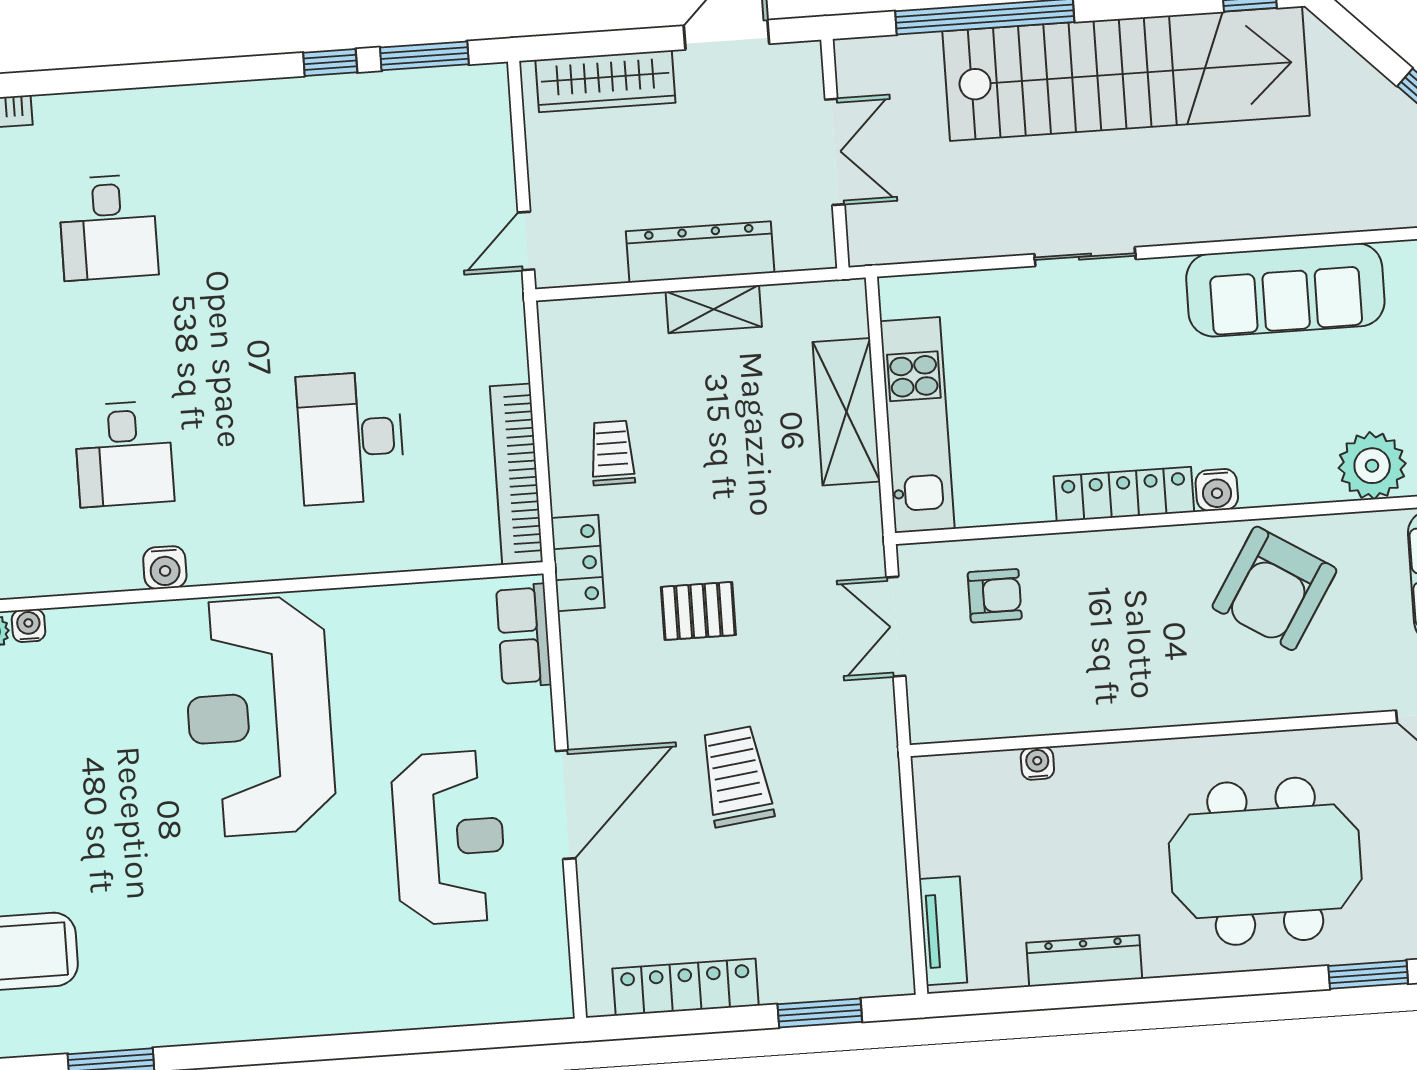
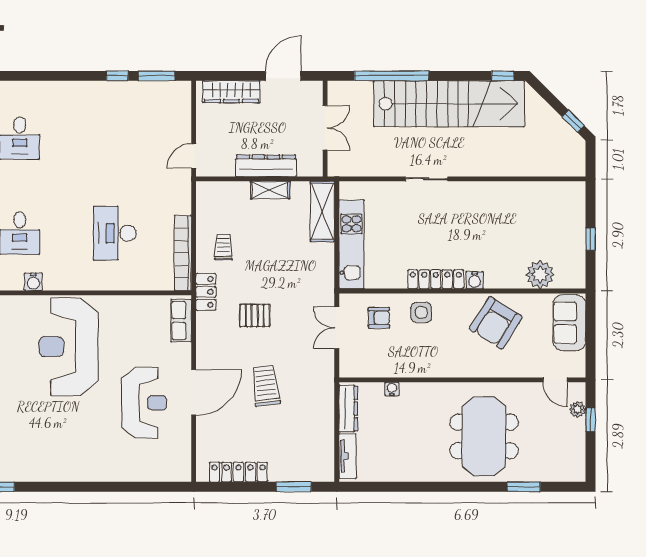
sofa: (1285, 290) -> (509, 199), removed
shelving: (846, 412) -> (322, 211), moved
side table: (1095, 576) -> (421, 312), added
meeting table: (1265, 861) -> (484, 436), turned 90
dresser: (1084, 961) -> (348, 409), moved, turned 90

